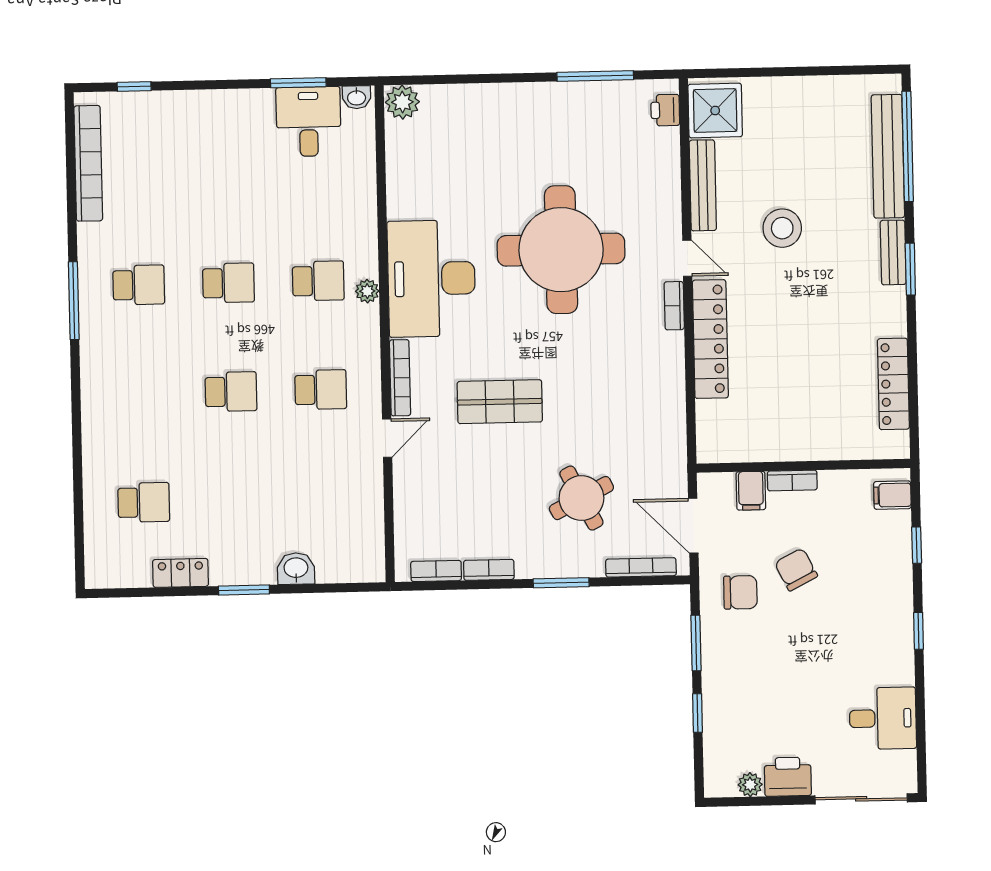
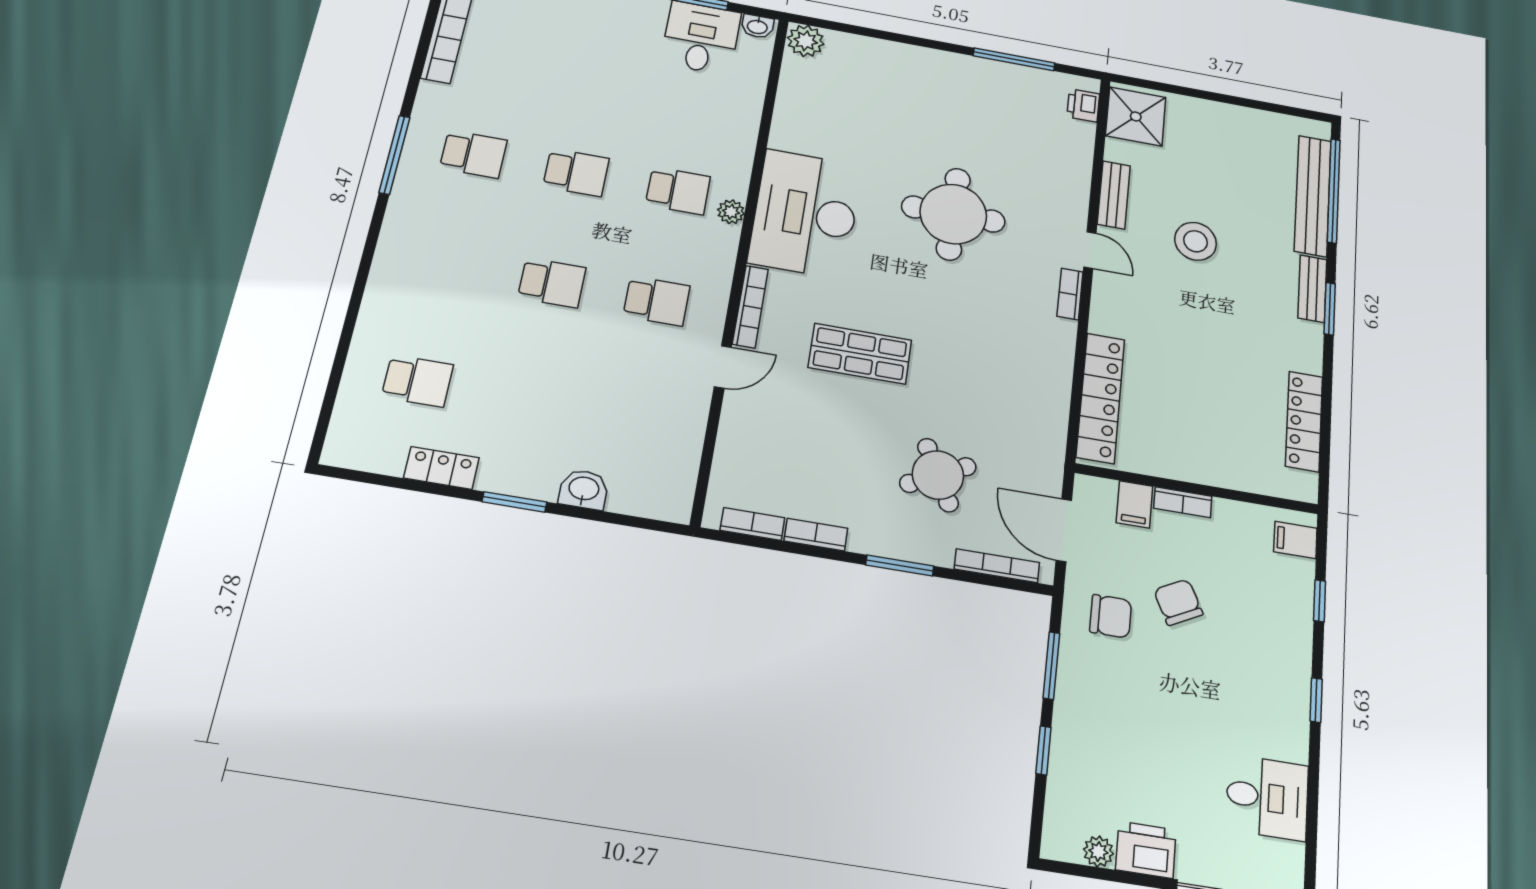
bench: (703, 185) -> (1114, 195), width x0.73
round table: (561, 250) -> (953, 214), width x0.73, depth x0.73
locker: (710, 339) -> (1101, 398), moved

